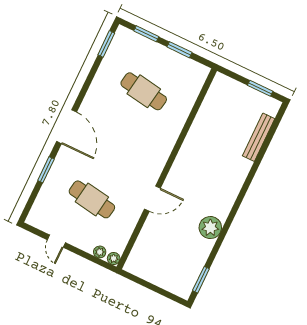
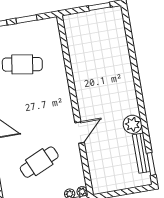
bench: (259, 137) -> (141, 153), moved
cafe table: (92, 199) -> (39, 162), turned -33

